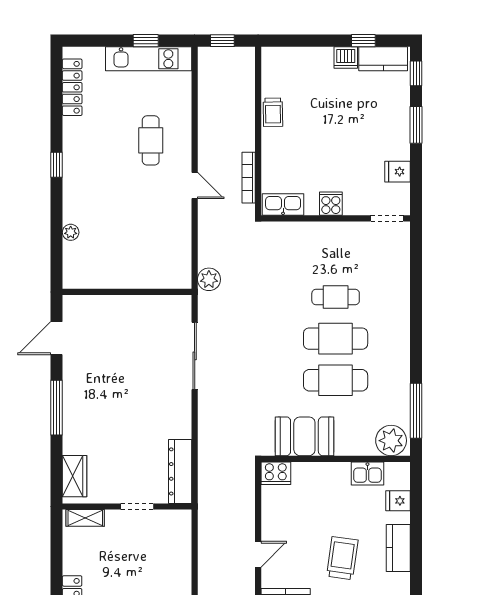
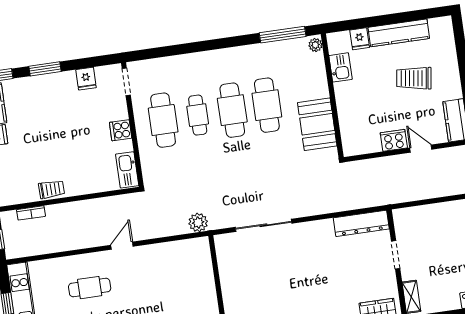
bookcase: (249, 178) -> (31, 213), moved, width x0.64
cafe table: (336, 255) -> (163, 120), added
plant: (391, 441) -> (315, 45), width x0.53, depth x0.53
cooker: (276, 473) -> (394, 140), moved, turned -90
kitchen counter: (398, 548) -> (399, 33), width x1.50

